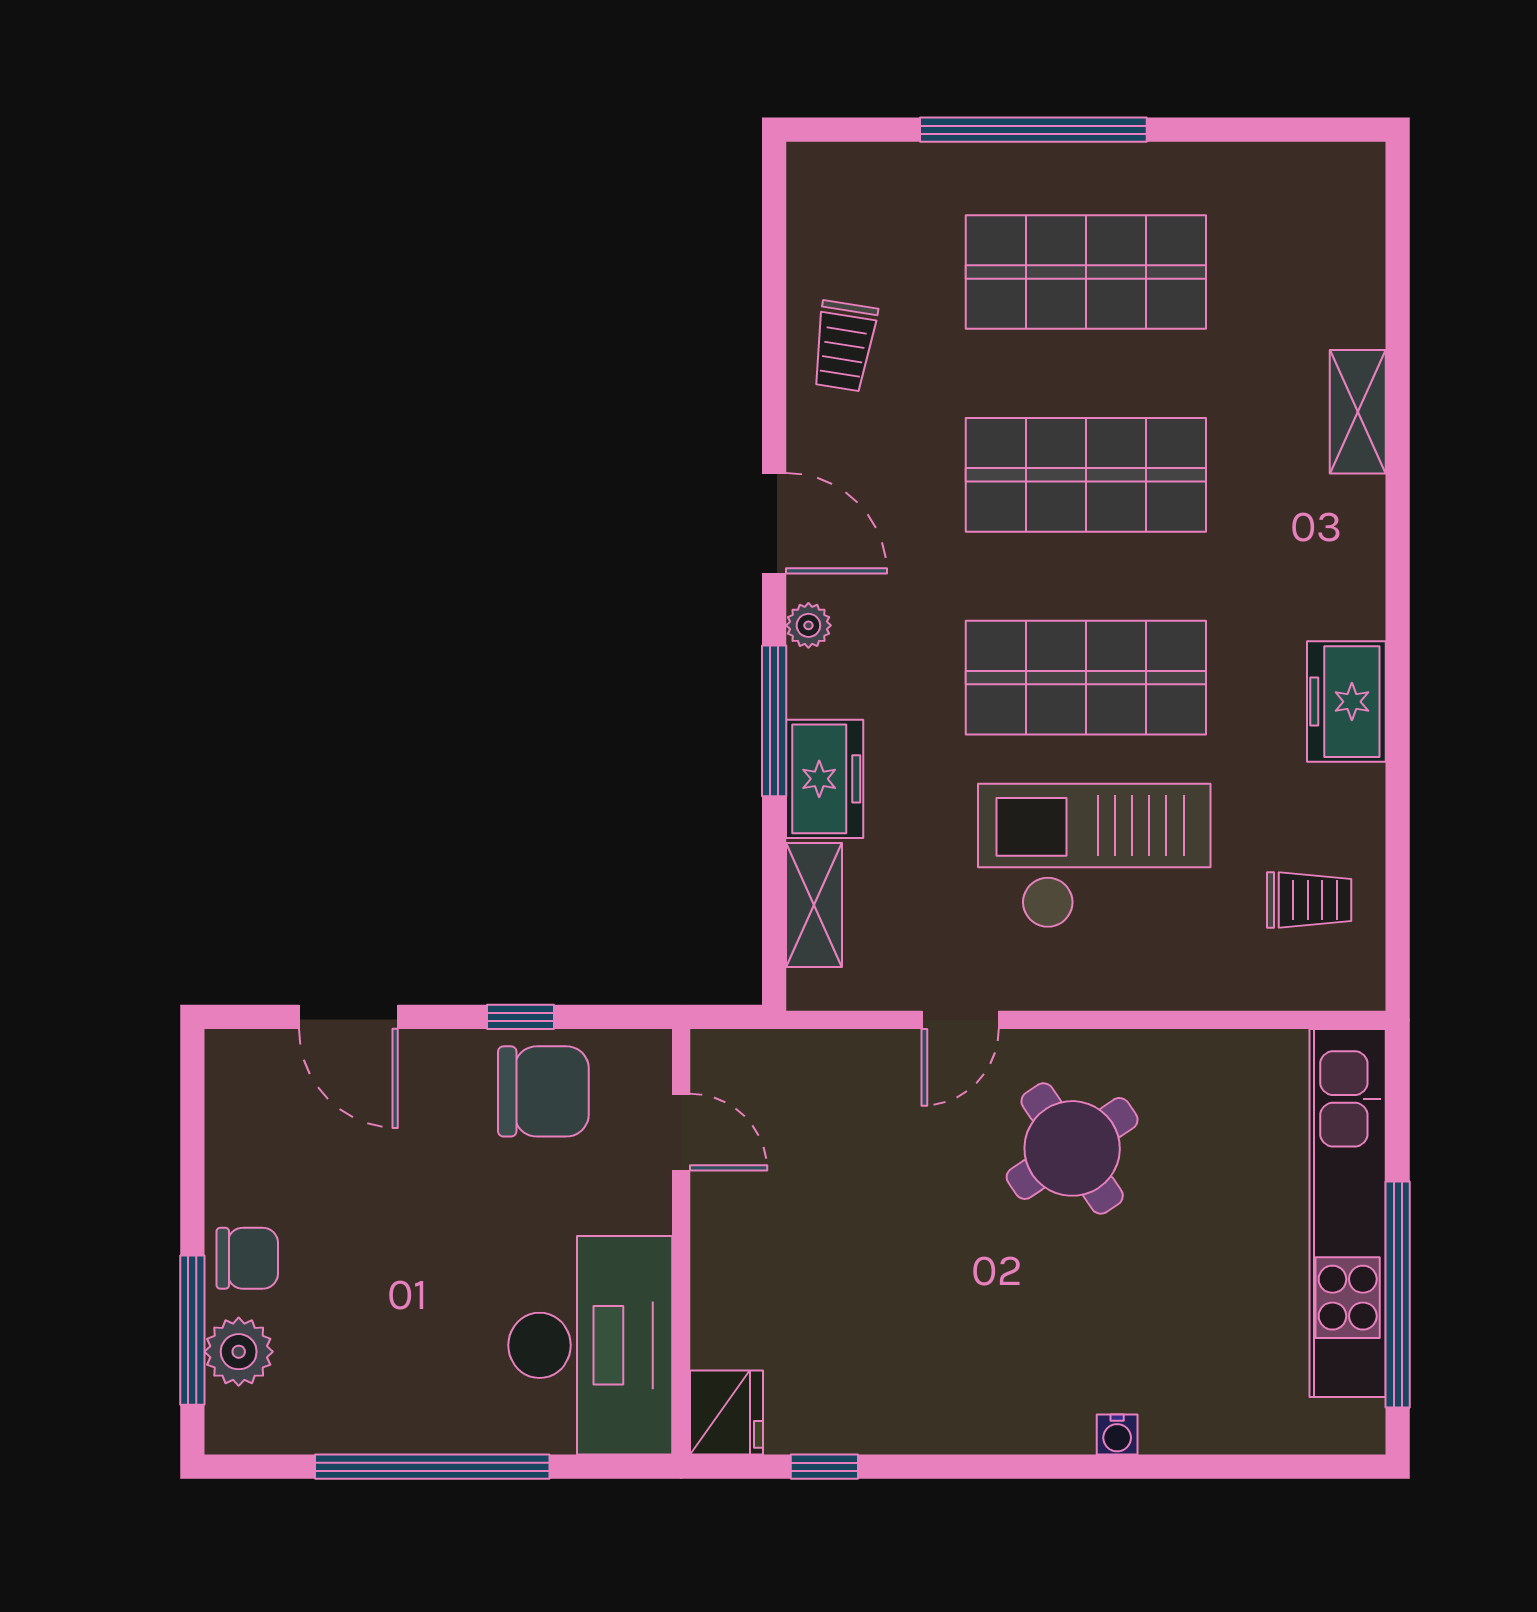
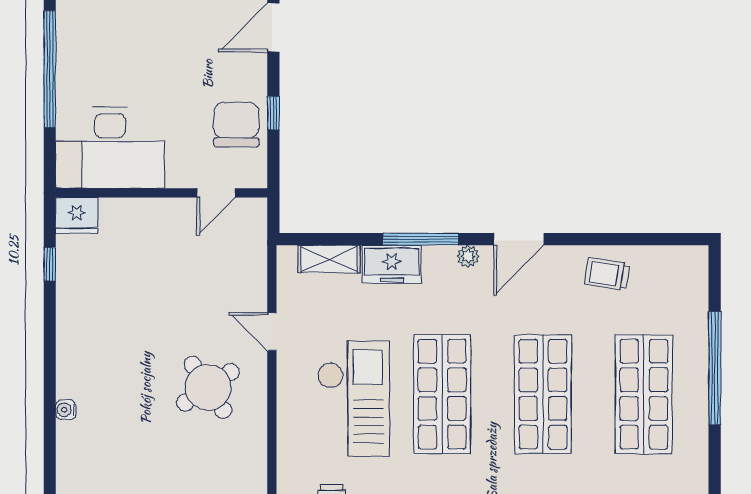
chair: (543, 1091) -> (236, 124), turned 180

